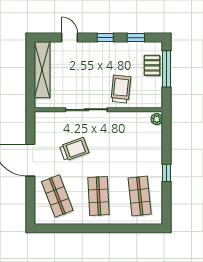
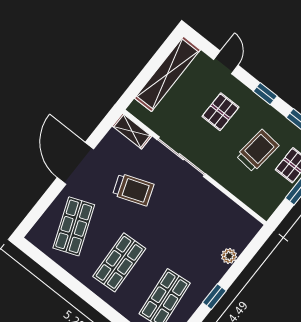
pallet: (88, 67) -> (220, 112), added
trolley: (121, 89) -> (258, 151), moved
shelving: (48, 117) -> (132, 131), added
plant: (157, 119) -> (229, 256), moved

